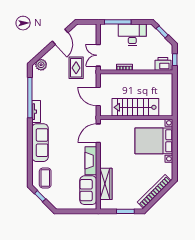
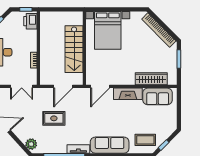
rug: (76, 68) -> (54, 118), moved
door: (98, 133) -> (100, 86), hinge flipped

